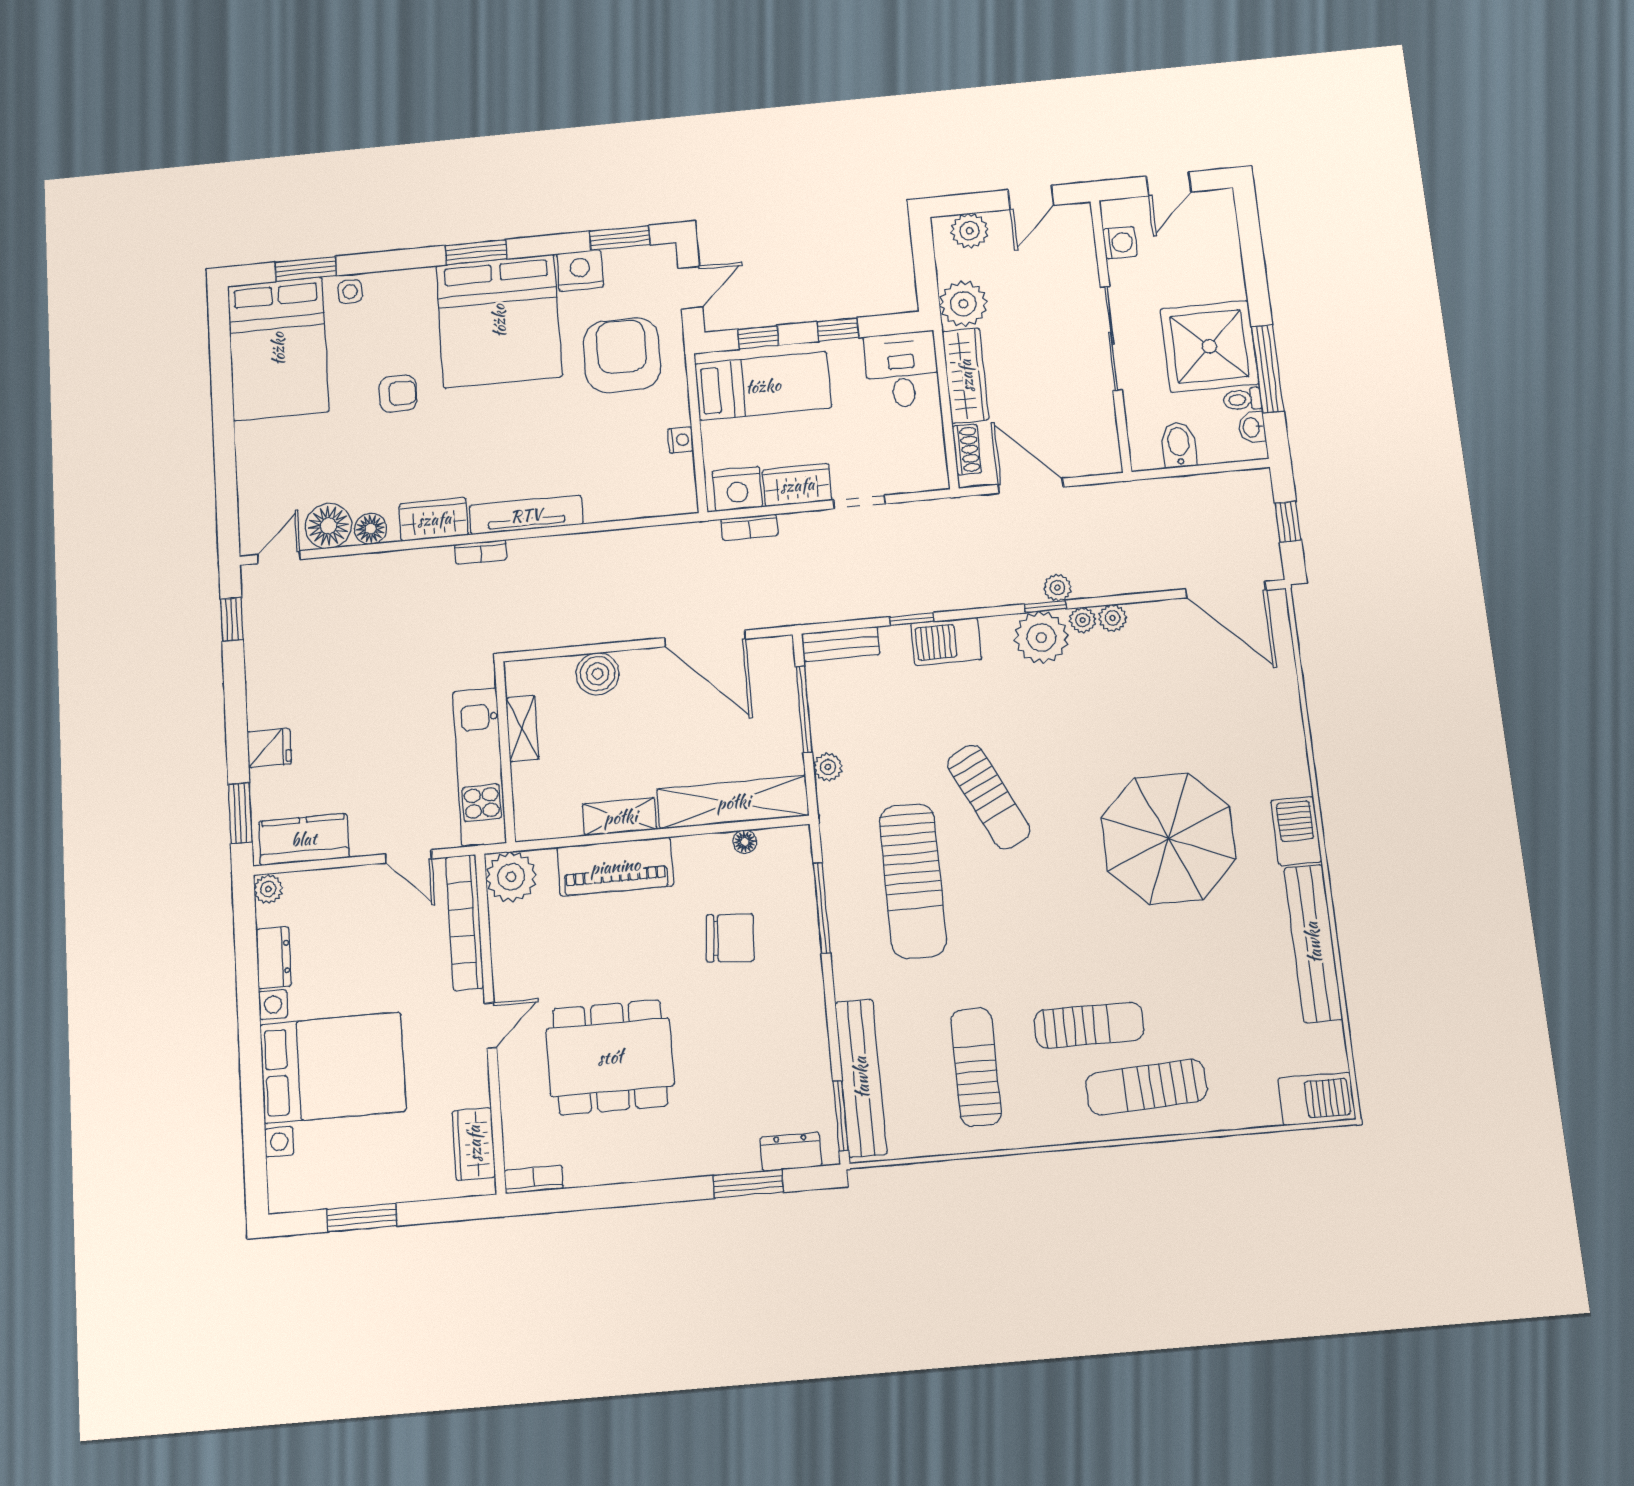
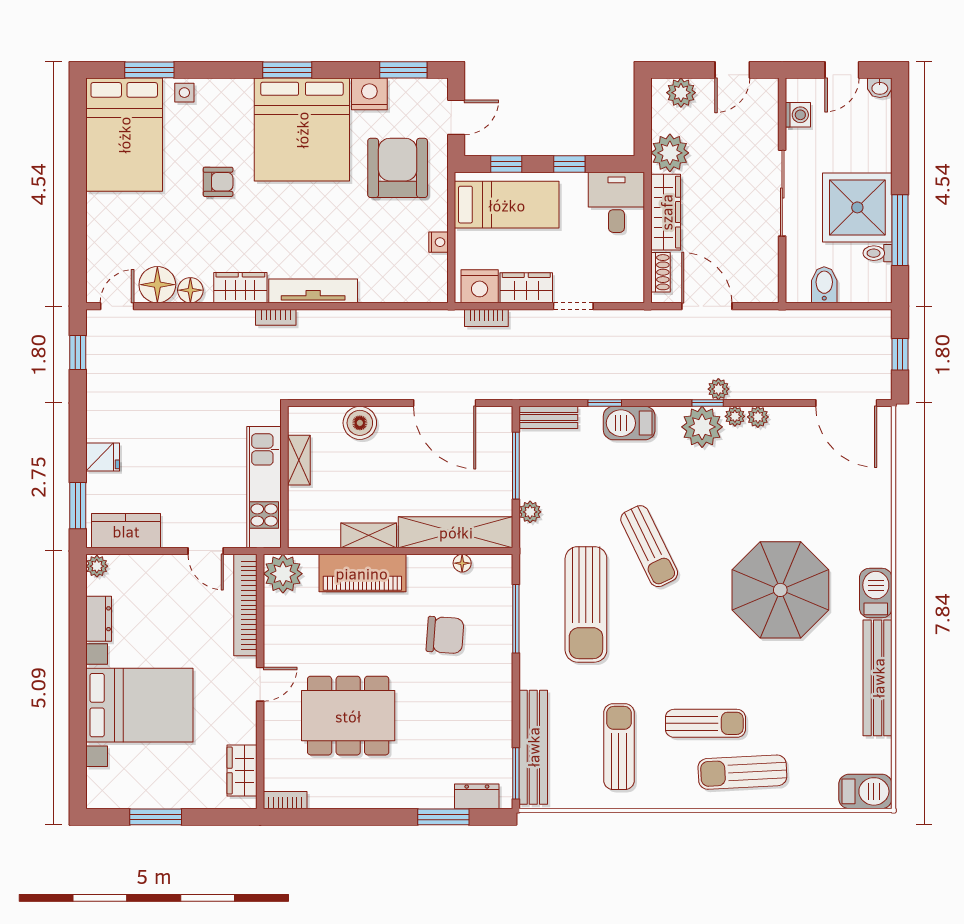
washbasin: (1252, 427) -> (880, 88), moved, turned -90

